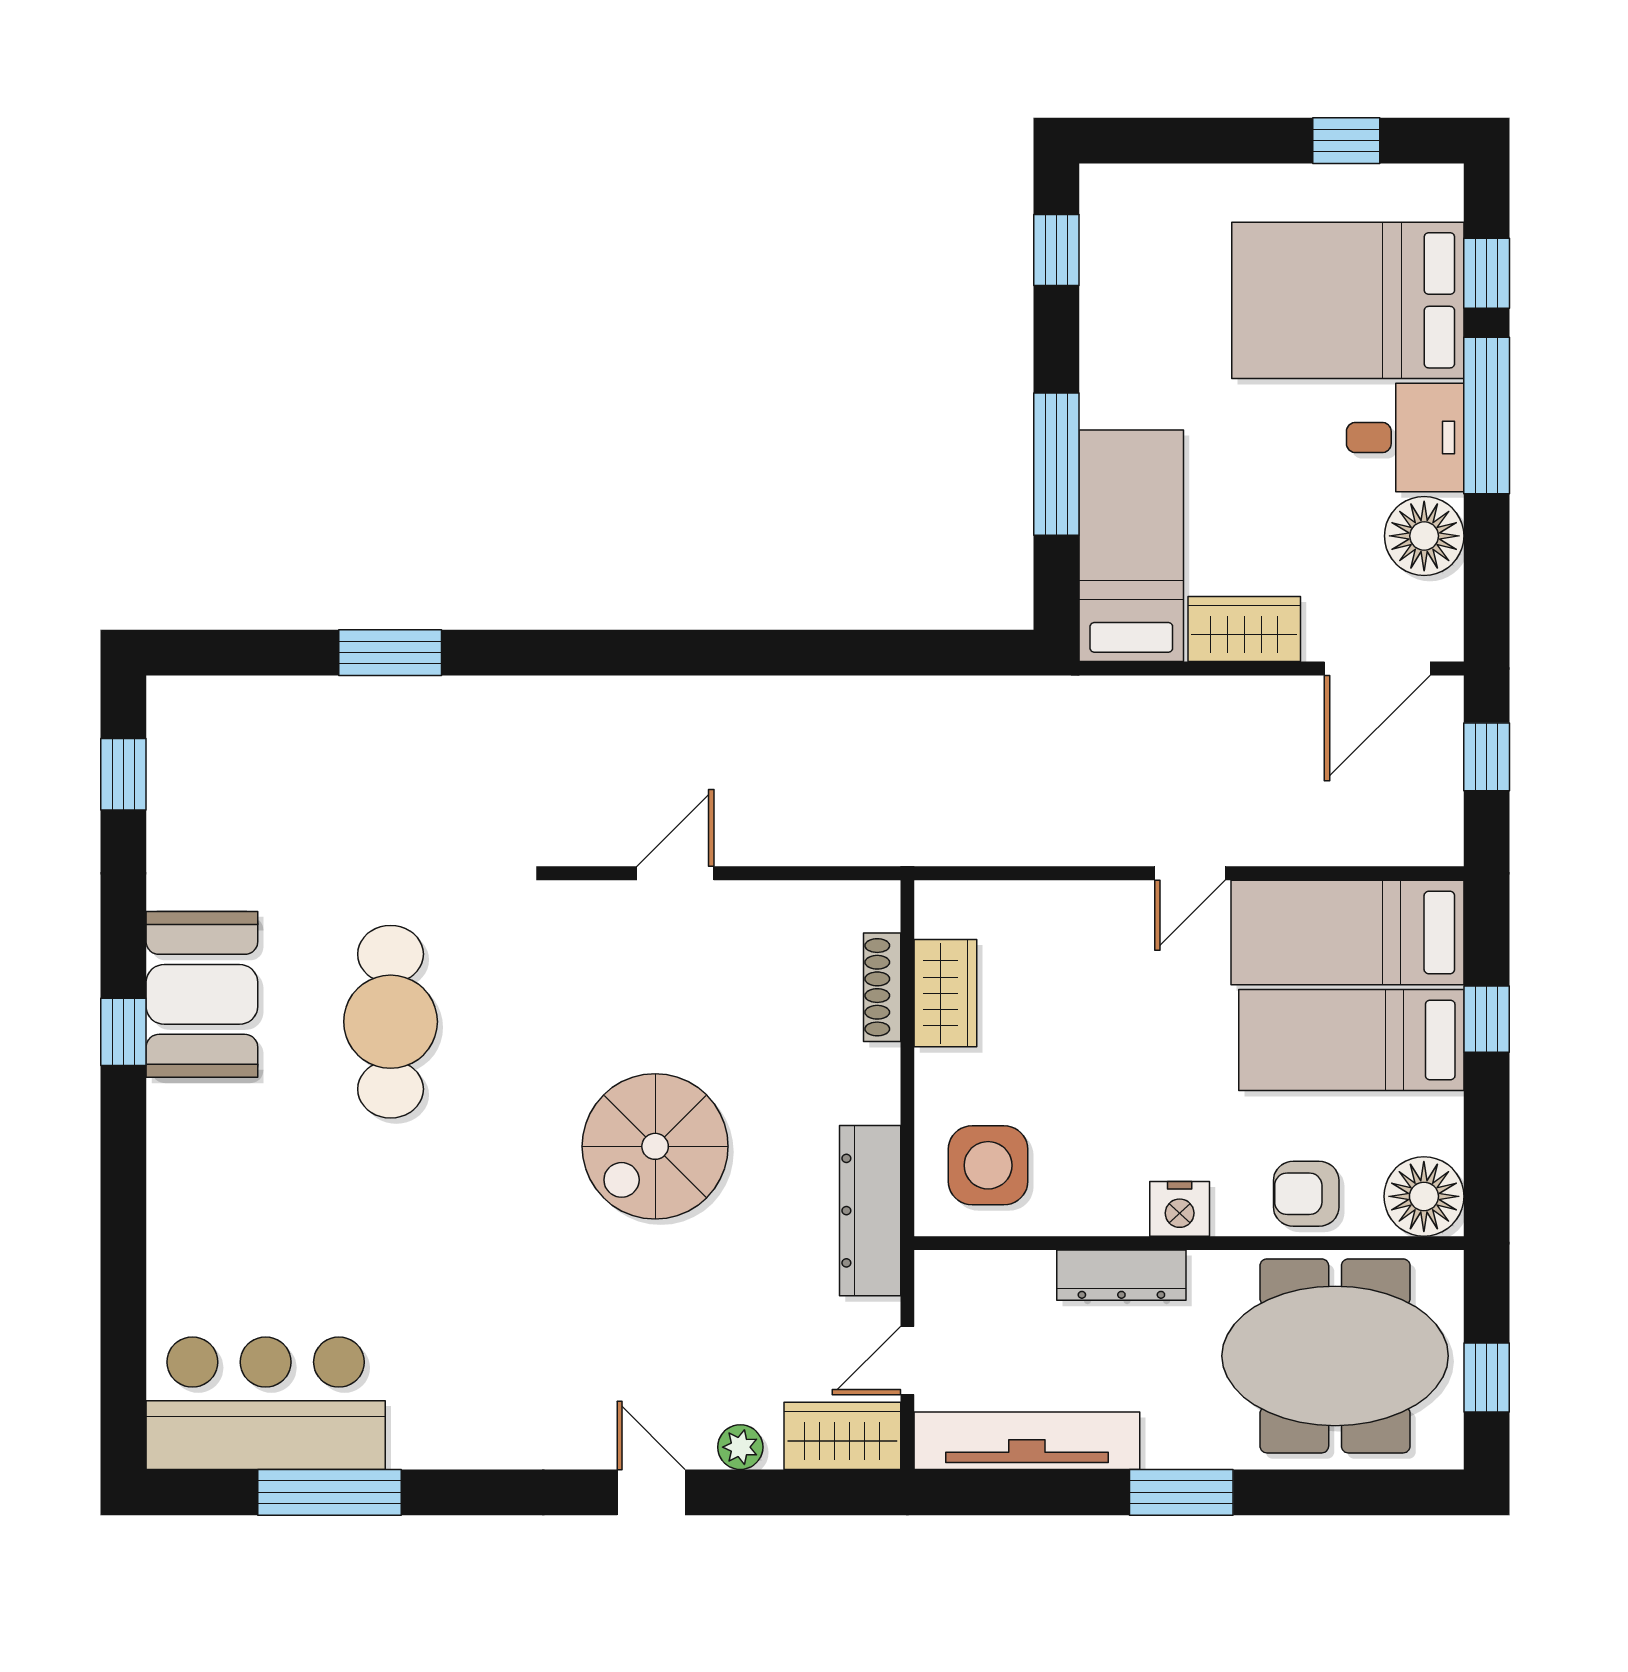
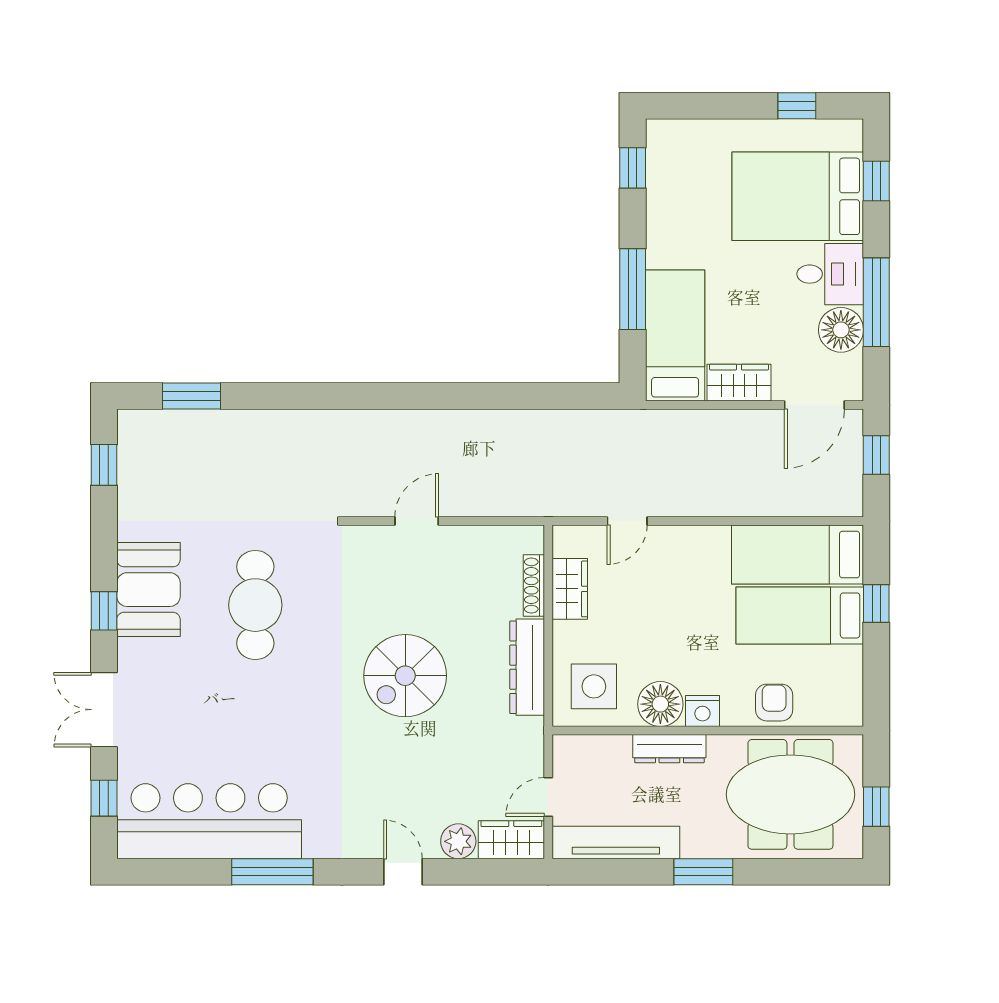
window: (1487, 416) -> (876, 302), moved
window: (390, 653) -> (192, 396), moved
door: (1190, 873) -> (627, 521), moved
armchair: (1306, 1194) -> (774, 703), turned 90
floor lamp: (1424, 1196) -> (660, 704), moved
double door: (123, 1206) -> (104, 710), added
dresser: (870, 1211) -> (527, 667), moved
window: (123, 1362) -> (104, 798), added
bar counter: (266, 1403) -> (209, 821), width x1.36
plant: (740, 1447) -> (458, 841), width x1.38, depth x1.38
window: (330, 1492) -> (272, 872), moved

